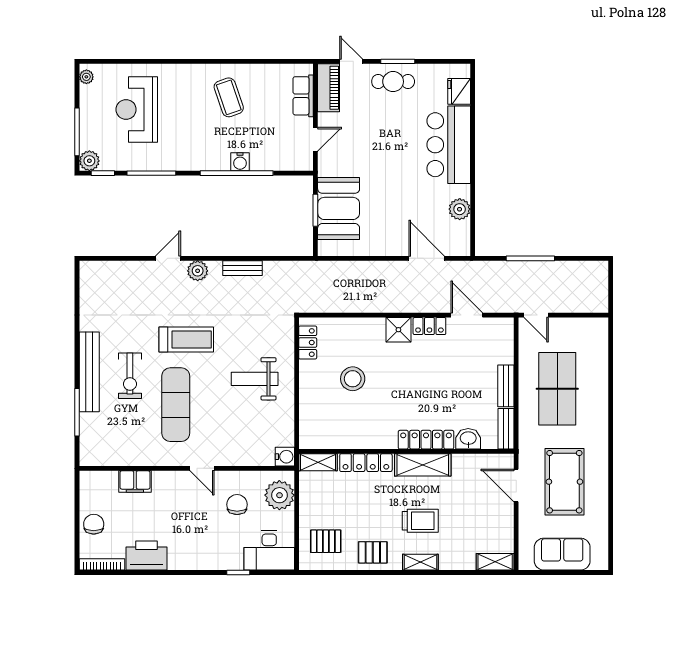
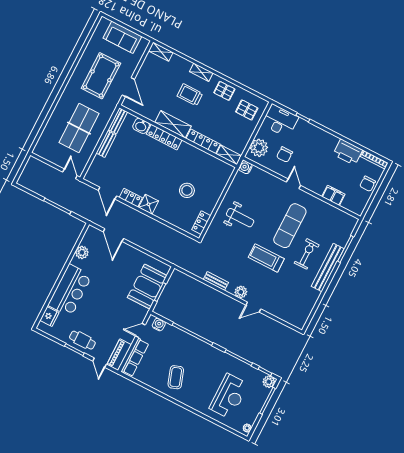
row of seats: (303, 96) -> (135, 357), width x1.48
water cooler: (240, 162) -> (159, 324), moved

